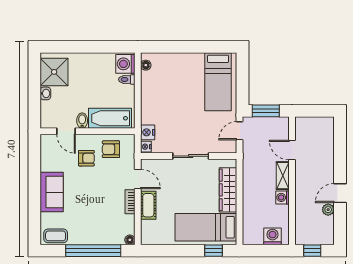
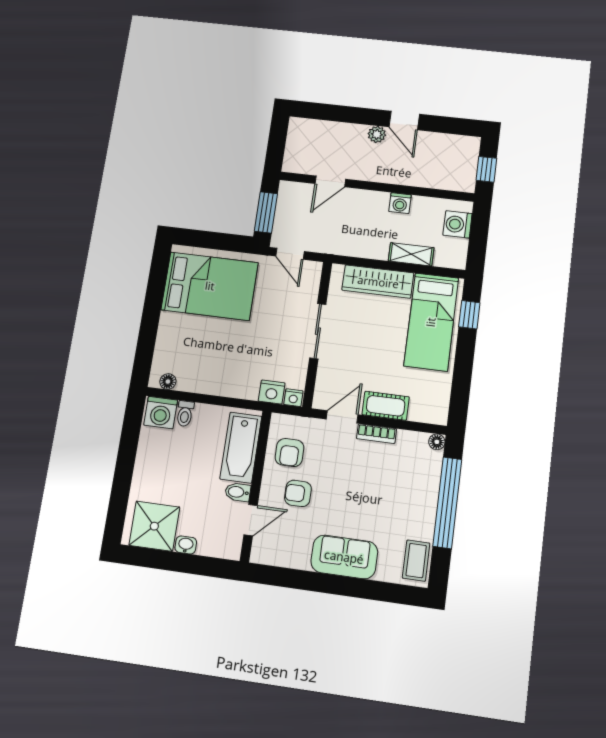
bed: (218, 82) -> (210, 286), width x1.50
armchair: (86, 158) -> (298, 493), turned -90
shelving: (283, 176) -> (411, 254), moved
plant: (328, 210) -> (377, 134), moved

